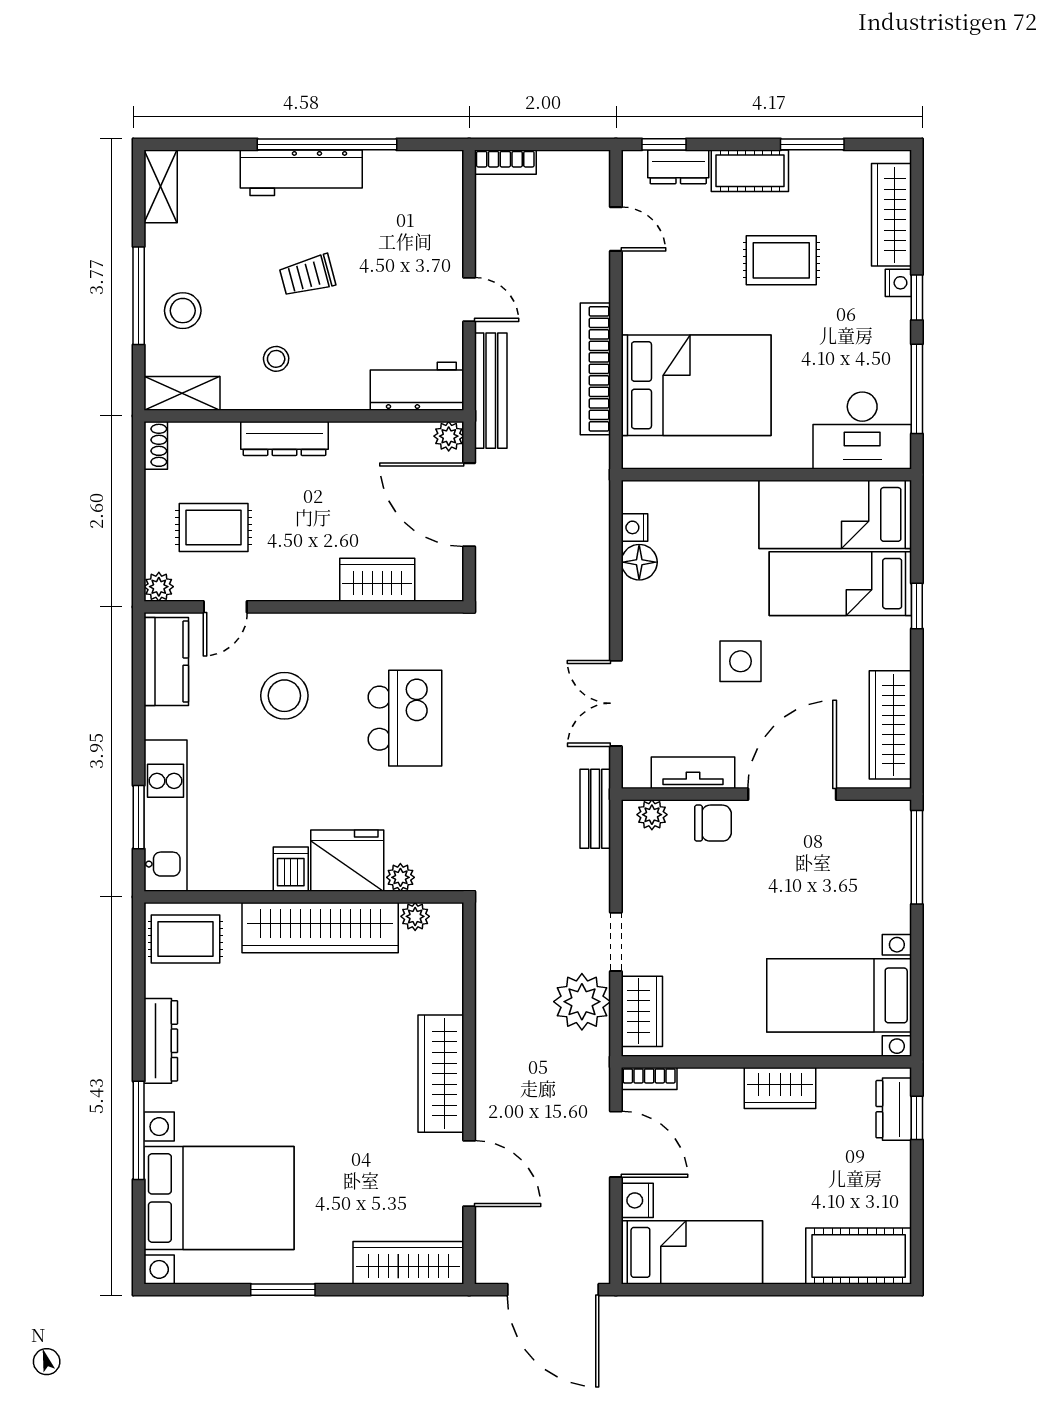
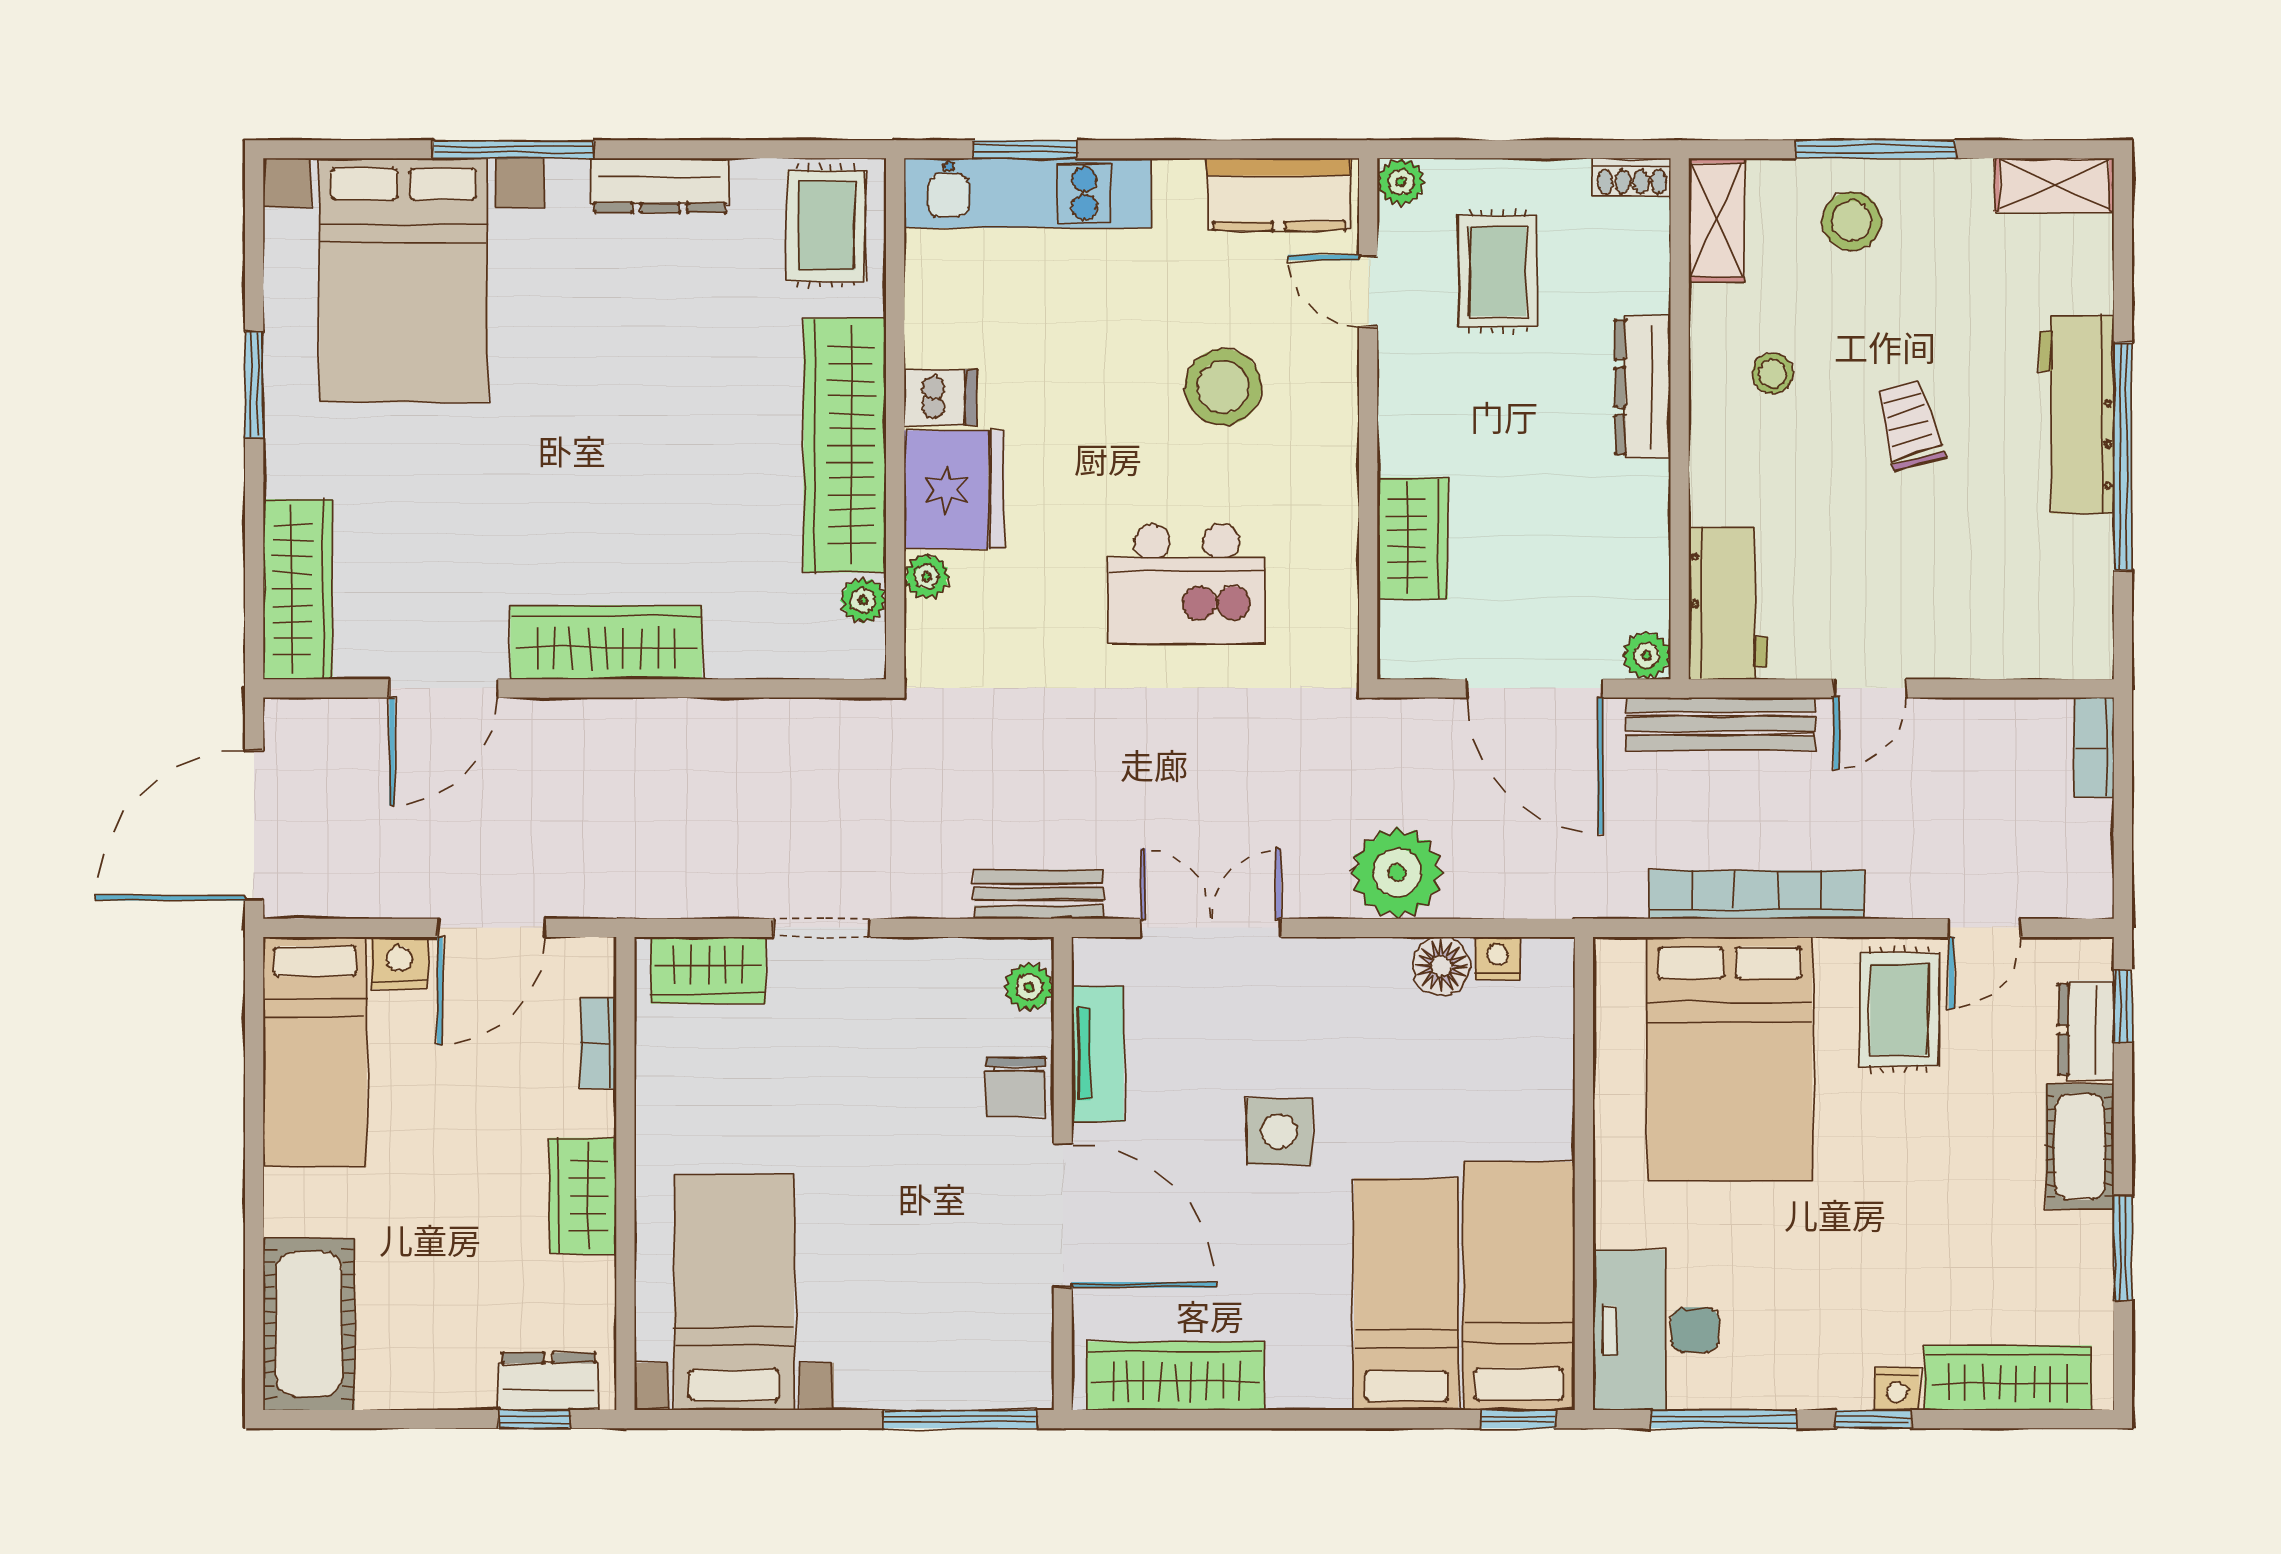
rug: (781, 260) -> (1899, 1009), moved
door: (469, 505) -> (1535, 688), swing flipped
window: (917, 606) -> (1519, 1419), moved
plant: (582, 1002) -> (1397, 873), moved
bookcase: (649, 1079) -> (598, 1043), moved

